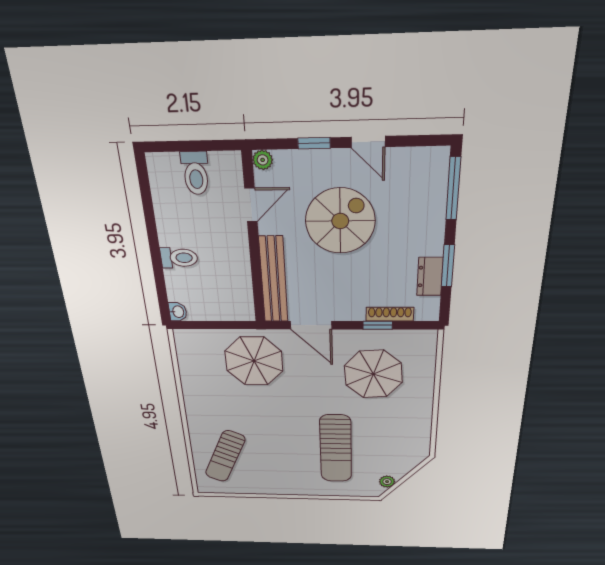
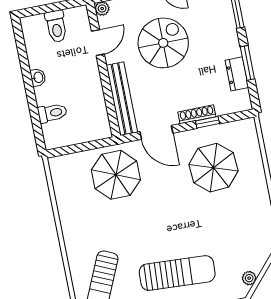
toilet: (179, 258) -> (52, 113), moved
washbasin: (178, 312) -> (38, 77), moved
shoe rack: (390, 314) -> (197, 114), moved
sun lounger: (336, 449) -> (177, 273), moved, turned -87

